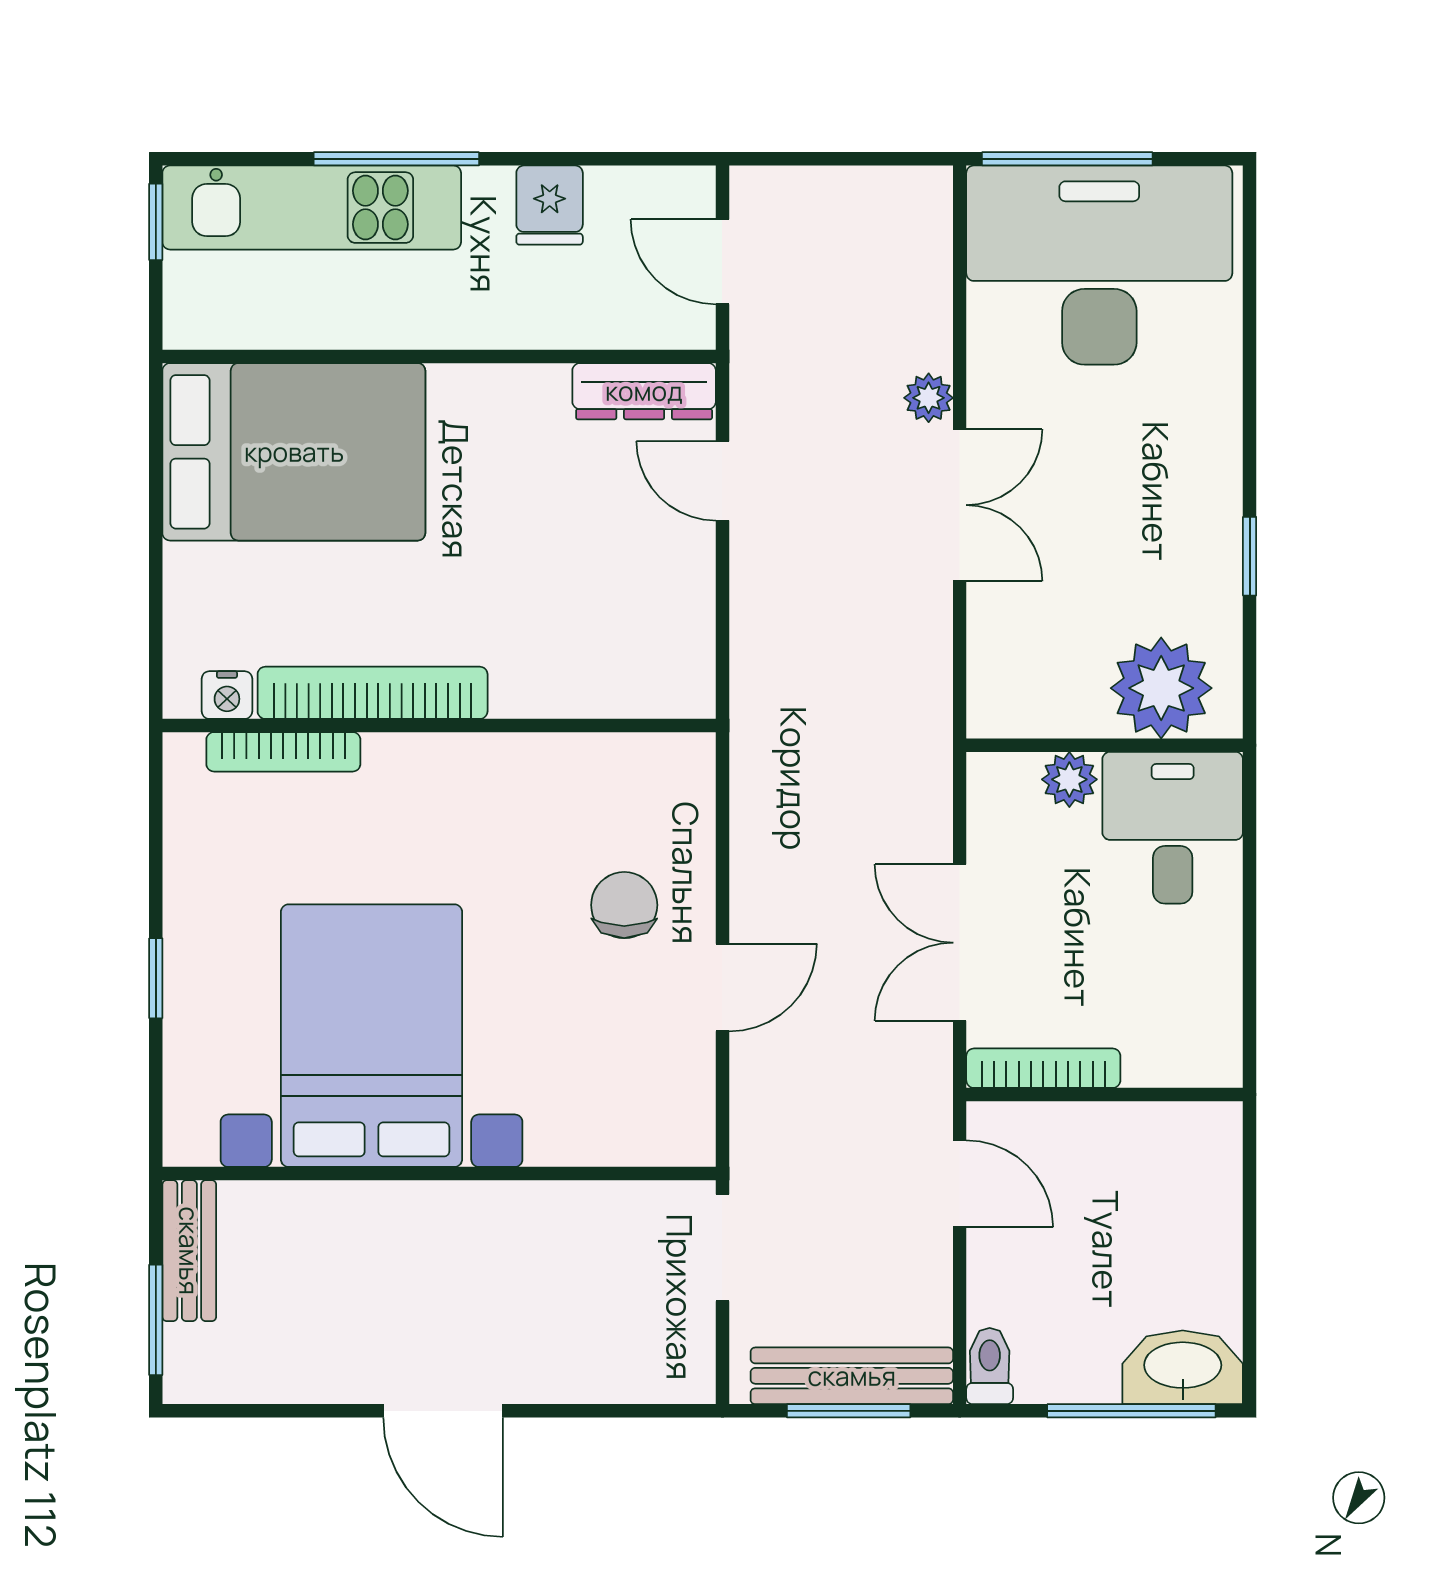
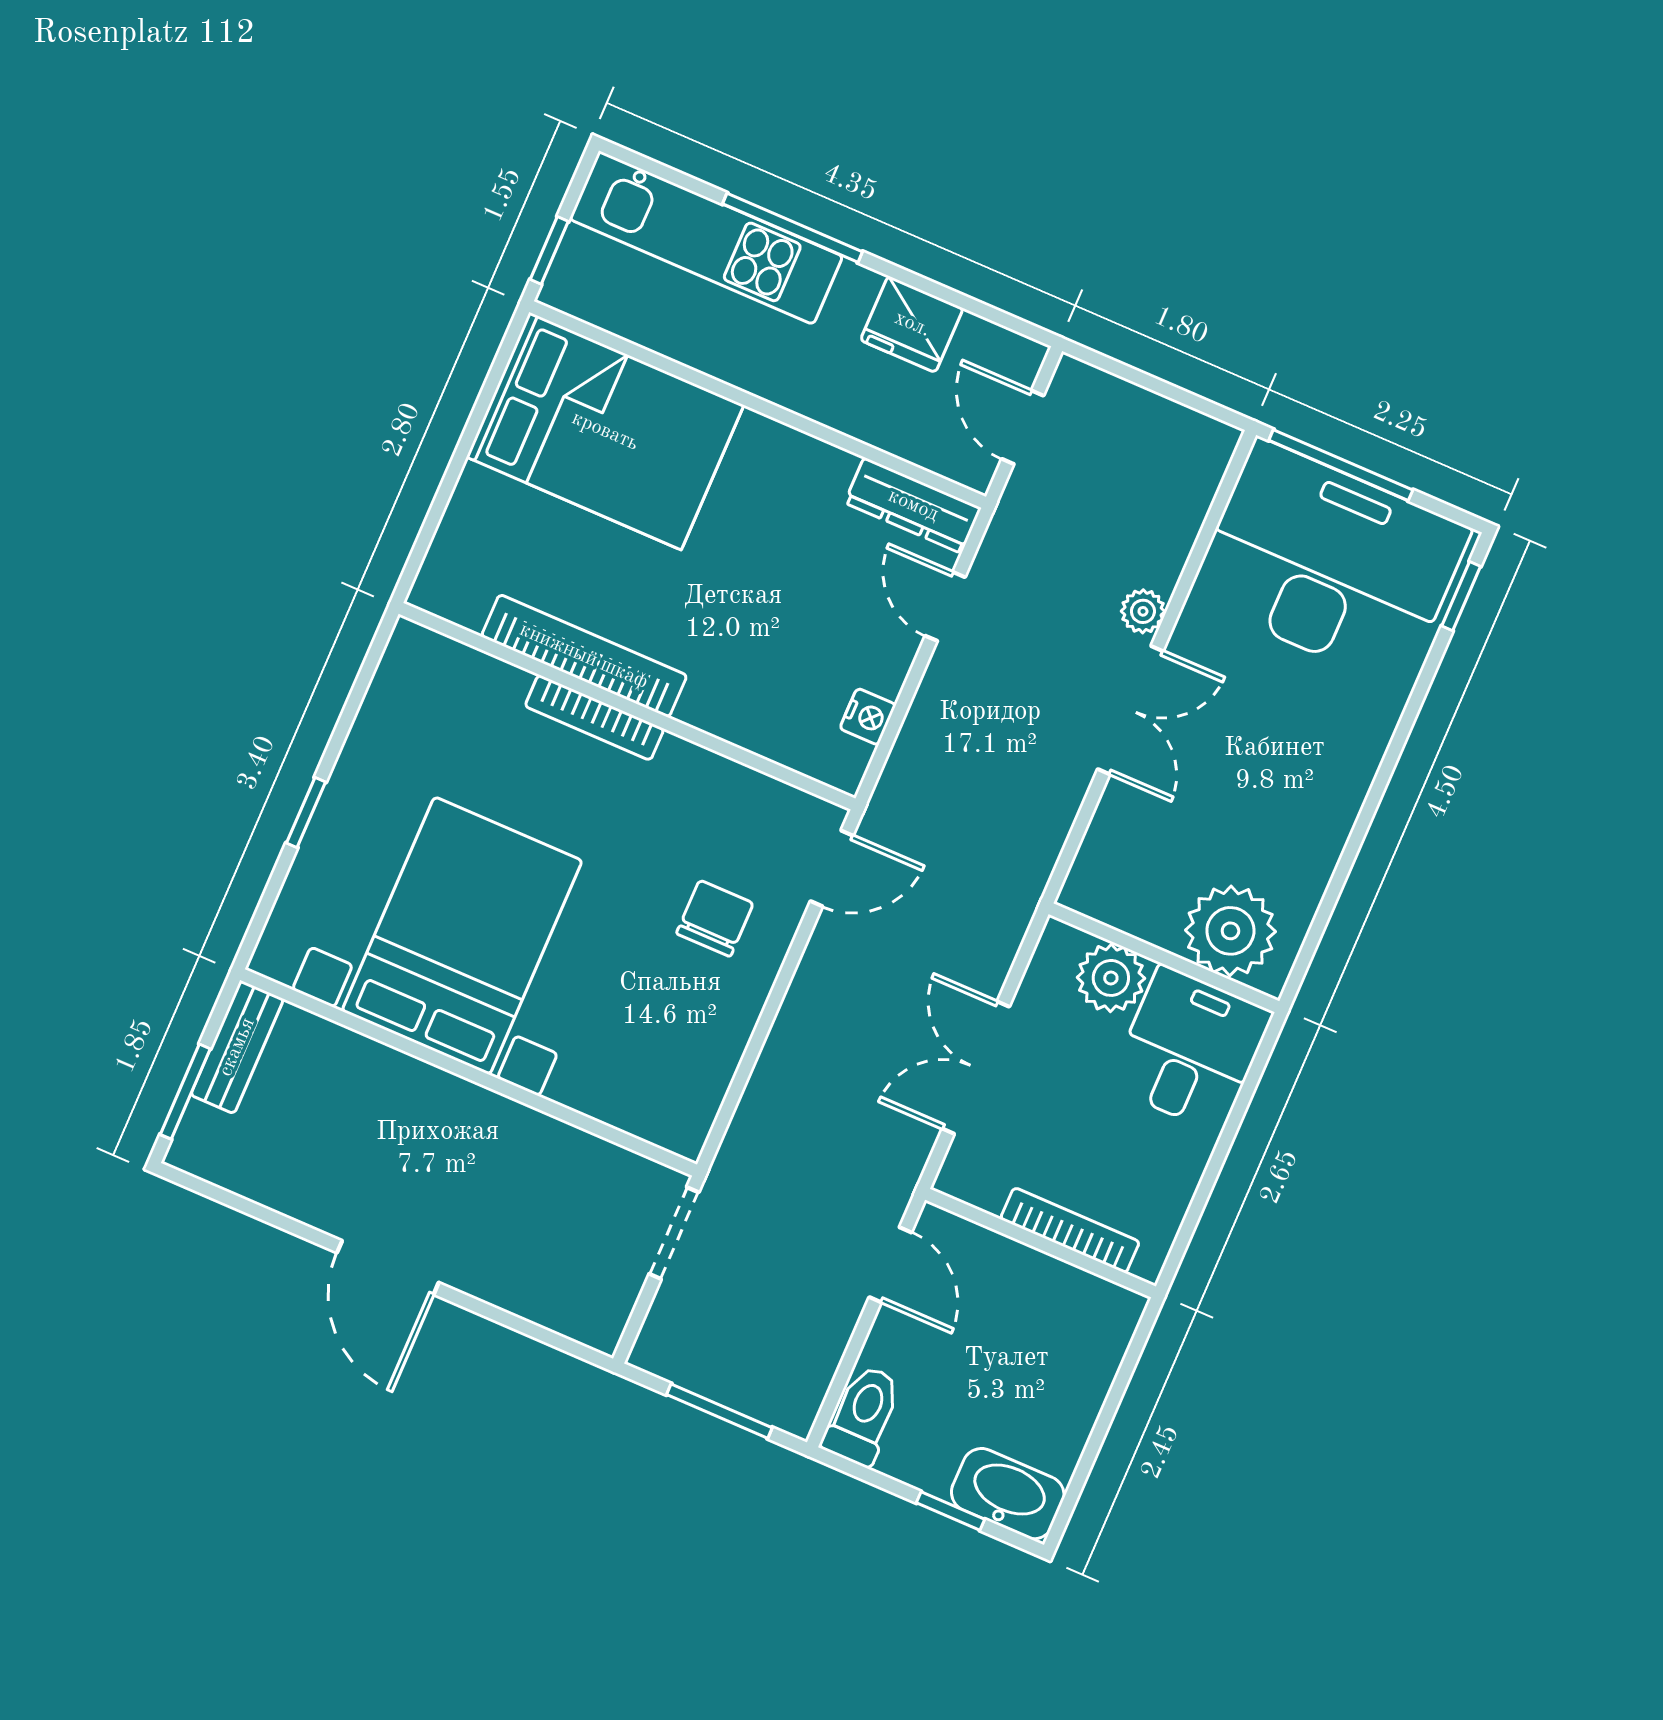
fridge: (550, 205) -> (912, 324), width x1.38
window: (156, 222) -> (549, 250), moved
window: (1250, 556) -> (1461, 596), moved
nightstand: (227, 695) -> (868, 717), moved, turned -90
bookcase: (283, 752) -> (594, 718), moved
plant: (1069, 779) -> (1111, 978), width x1.38, depth x1.38
door: (722, 987) -> (832, 868), moved
bookcase: (1043, 1068) -> (1070, 1230), moved
toilet: (990, 1366) -> (863, 1415), width x1.37, depth x1.39
bench: (852, 1376) -> (734, 1384), removed
window: (1131, 1411) -> (951, 1511), width x0.46

